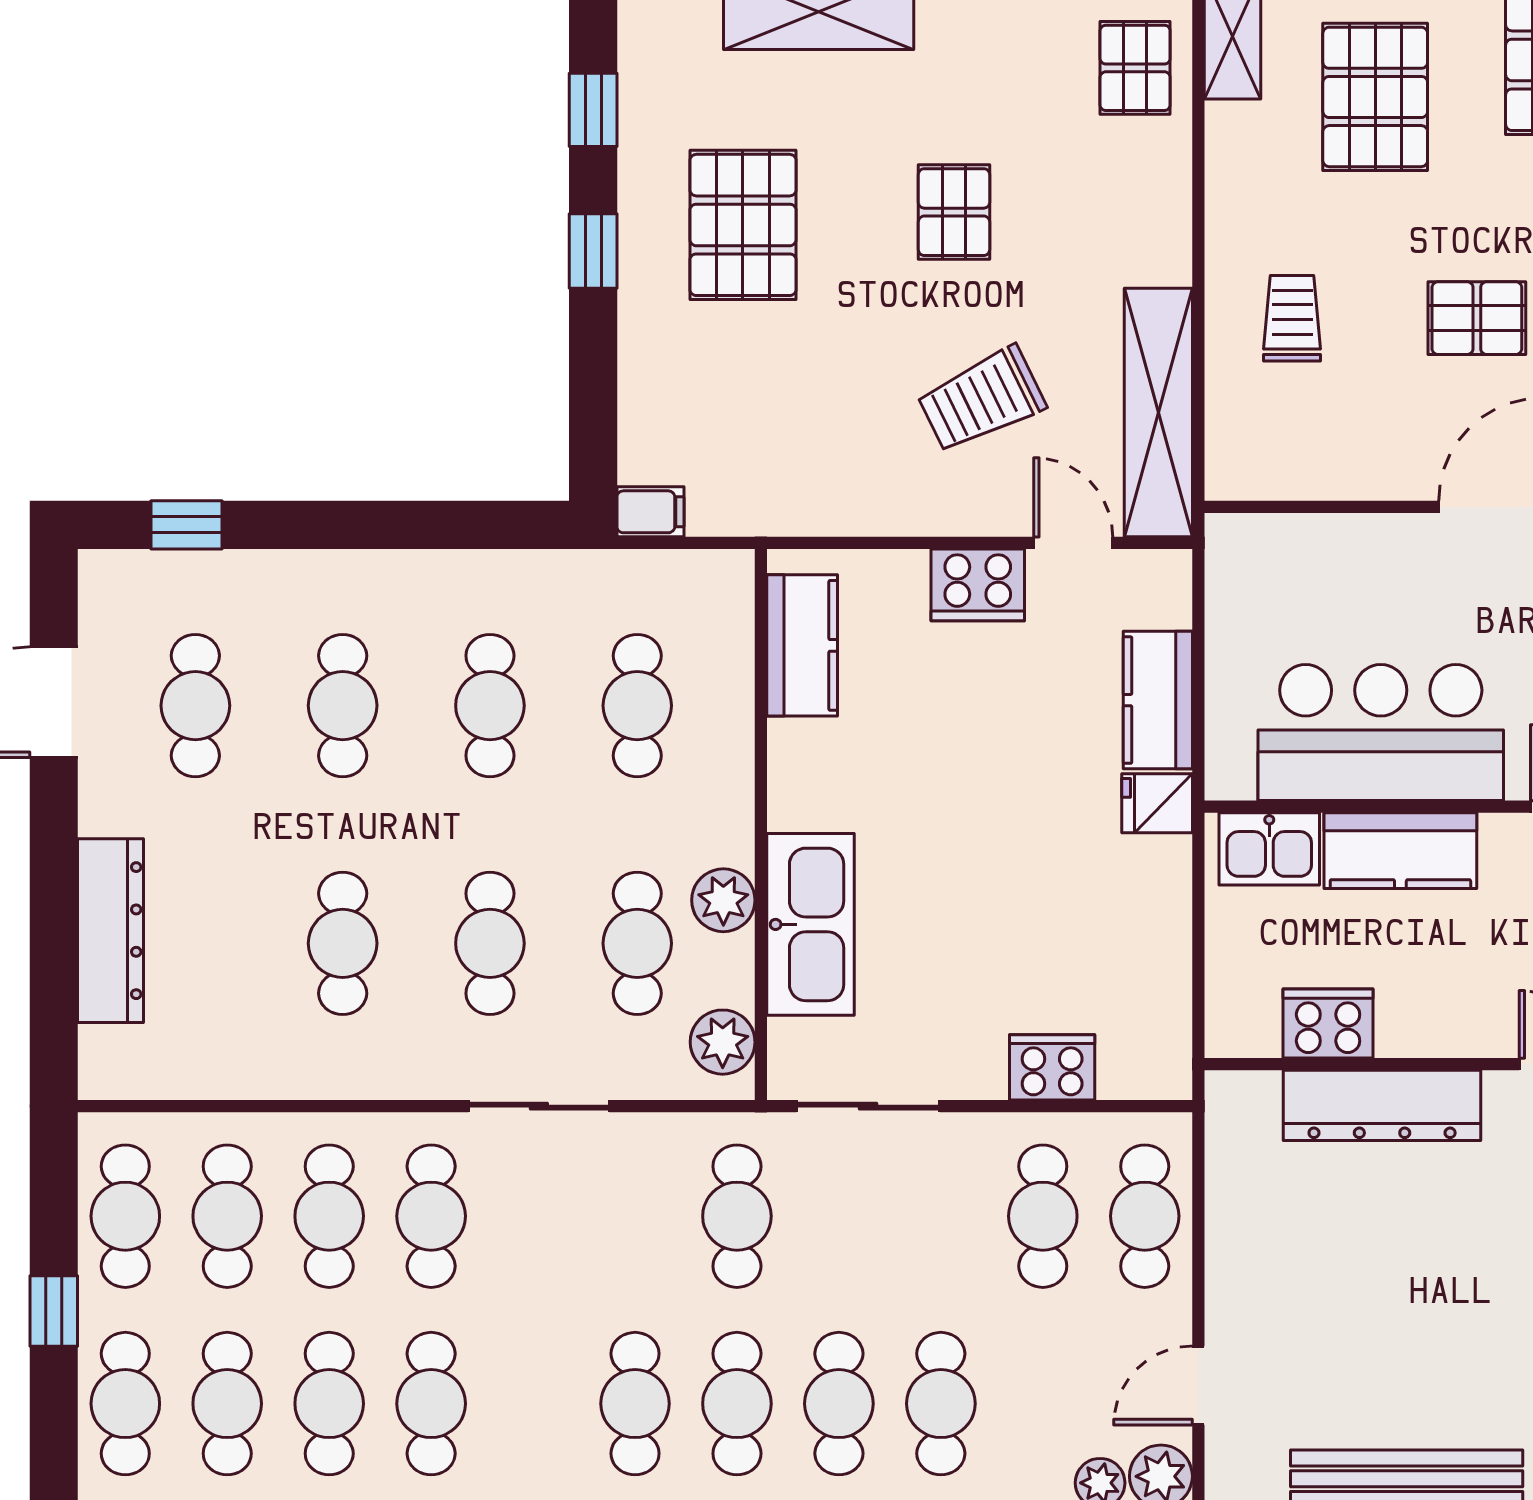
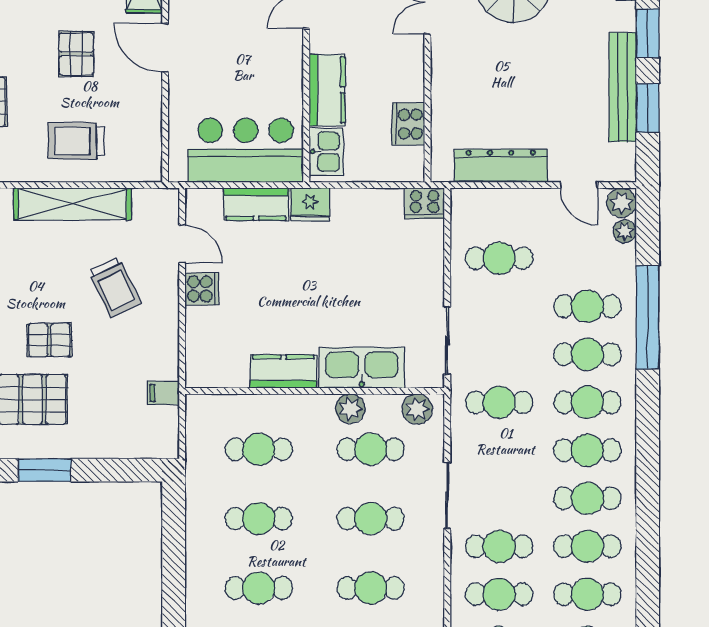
pallet: (954, 212) -> (49, 340), moved
window: (593, 251) -> (45, 470), width x1.50
trolley: (1292, 318) -> (76, 141), width x1.36, depth x1.39
shelving: (1158, 413) -> (72, 204), moved
filing cabinet: (651, 512) -> (164, 393), moved, turned -90
door: (1073, 543) -> (182, 244), swing flipped
cooker: (978, 585) -> (202, 289), width x0.73
kitchen counter: (802, 645) -> (283, 372), moved
bar counter: (1381, 732) -> (246, 150), moved, turned 90
fridge: (1157, 803) -> (310, 204), width x1.38
cooker: (1052, 1067) -> (425, 203), moved, turned -90
dresser: (1382, 1105) -> (501, 166), moved, turned -90
cafe table: (1145, 1216) -> (587, 498), moved

